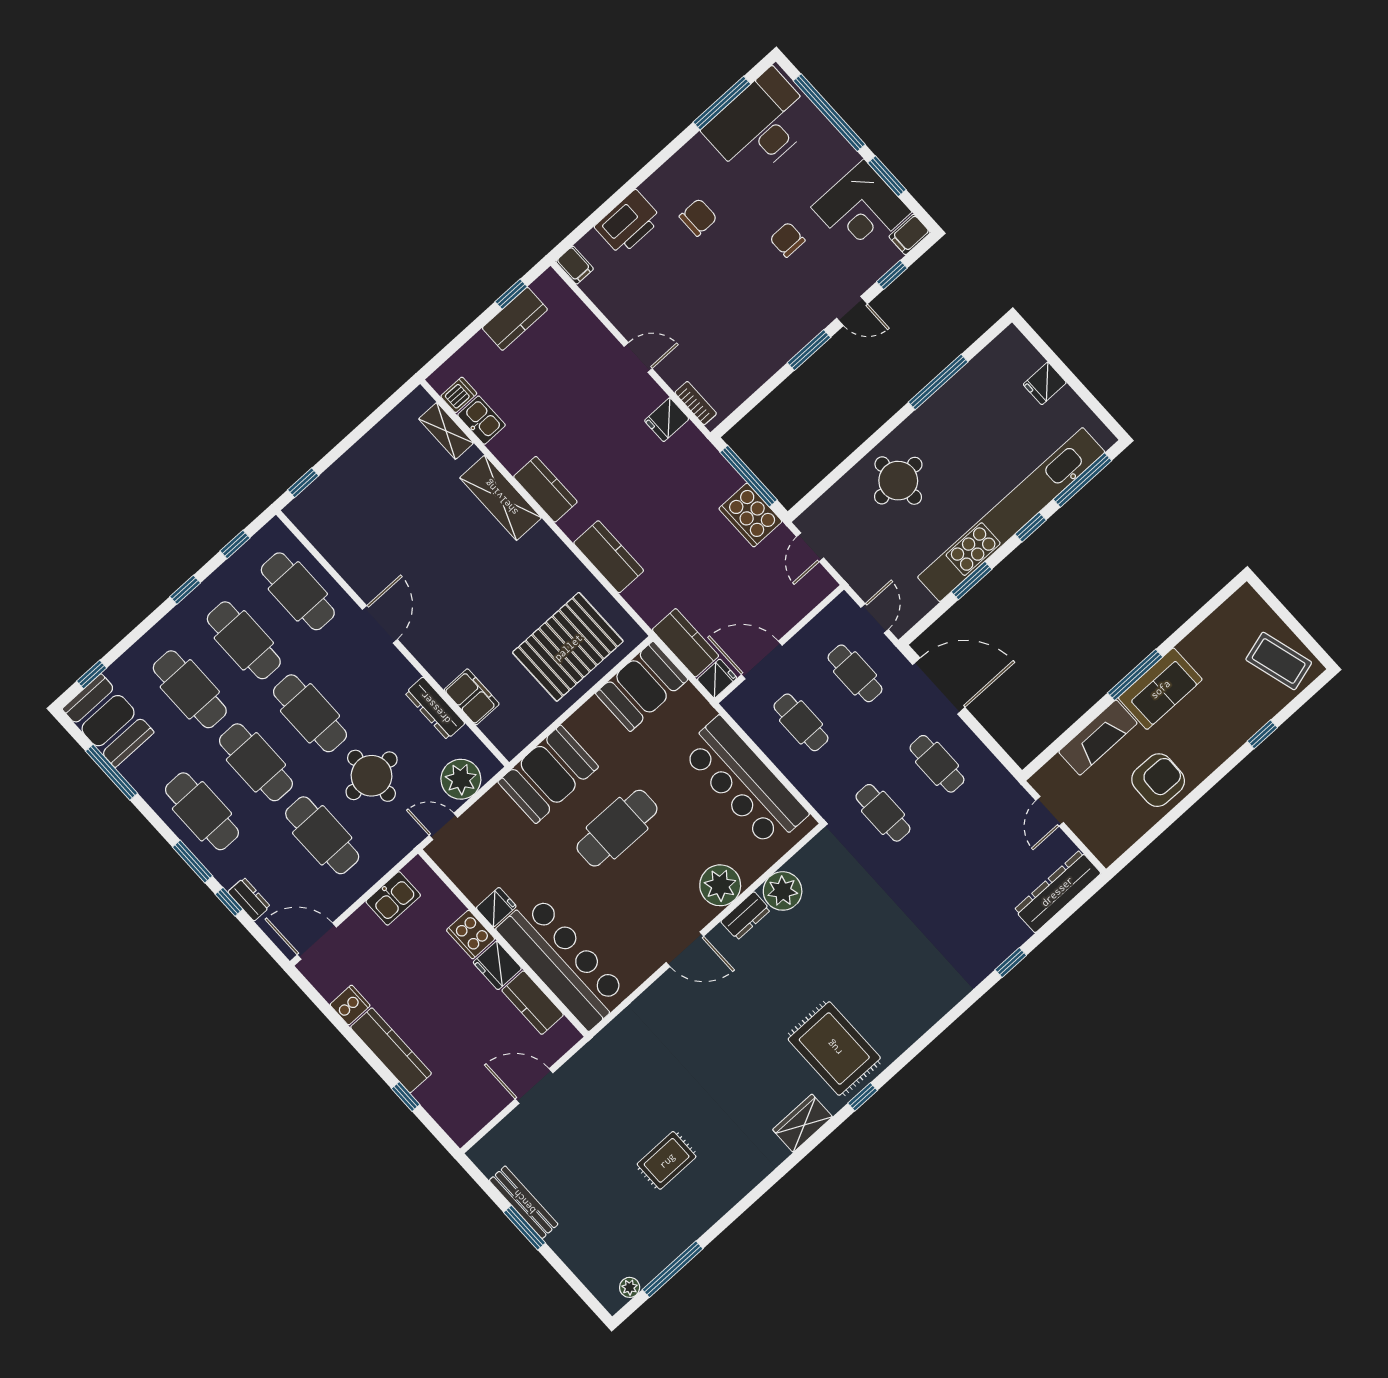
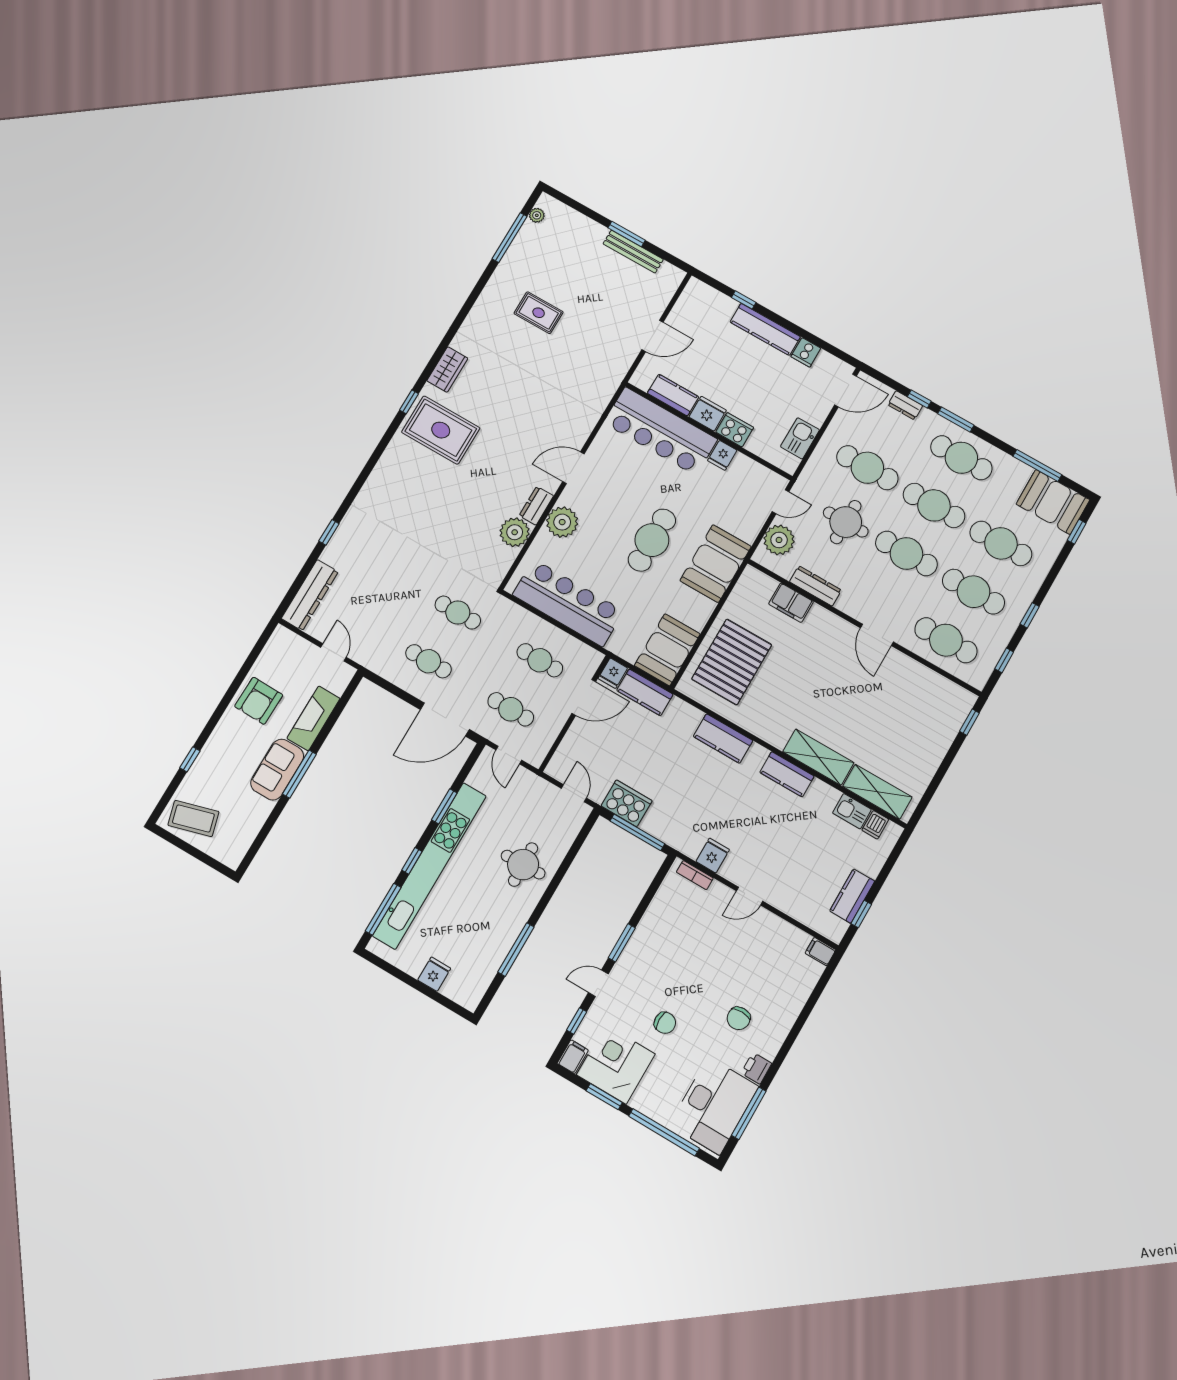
printer: (628, 223) -> (756, 1068), moved, width x0.53, depth x0.68
shelving: (446, 431) -> (877, 792), width x1.50, depth x1.33
rug: (667, 1160) -> (539, 313), turned 90

